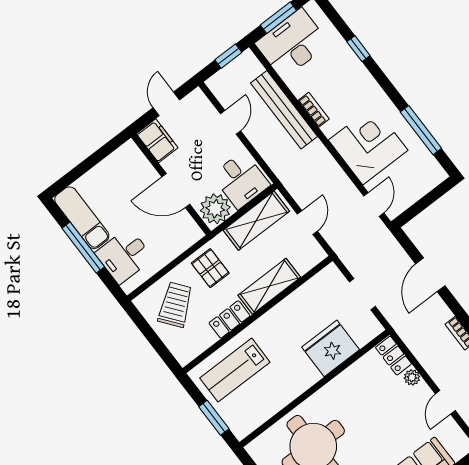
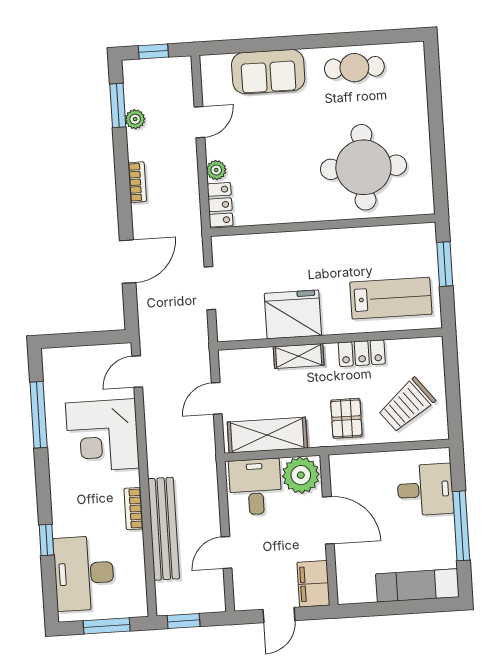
desk: (292, 44) -> (84, 573), moved, turned 90
exam couch: (82, 218) -> (417, 585), moved, turned 90
shelving: (269, 286) -> (299, 356), width x0.67, depth x0.75
fridge: (331, 348) -> (293, 314), moved, turned 180

